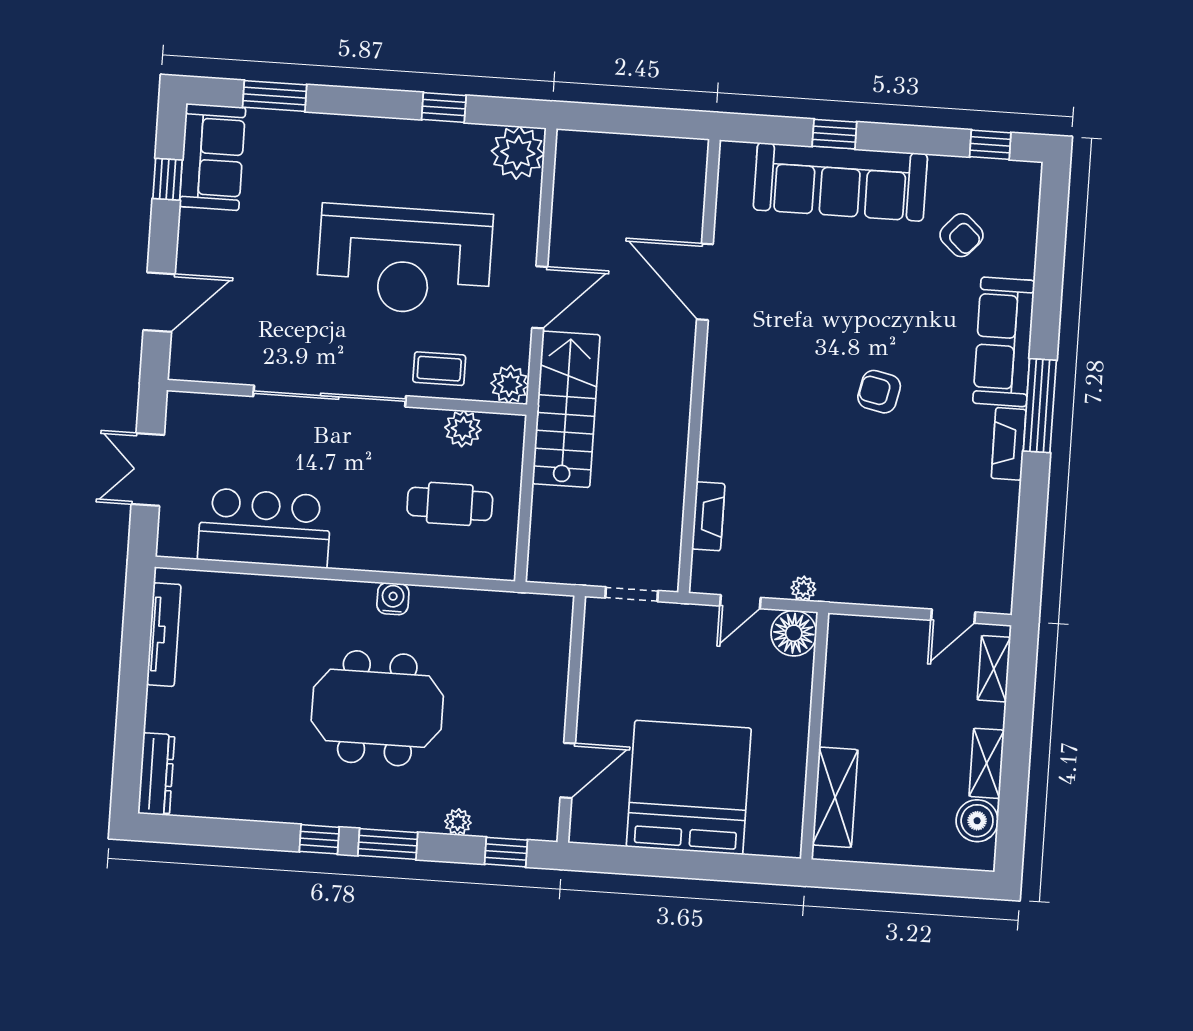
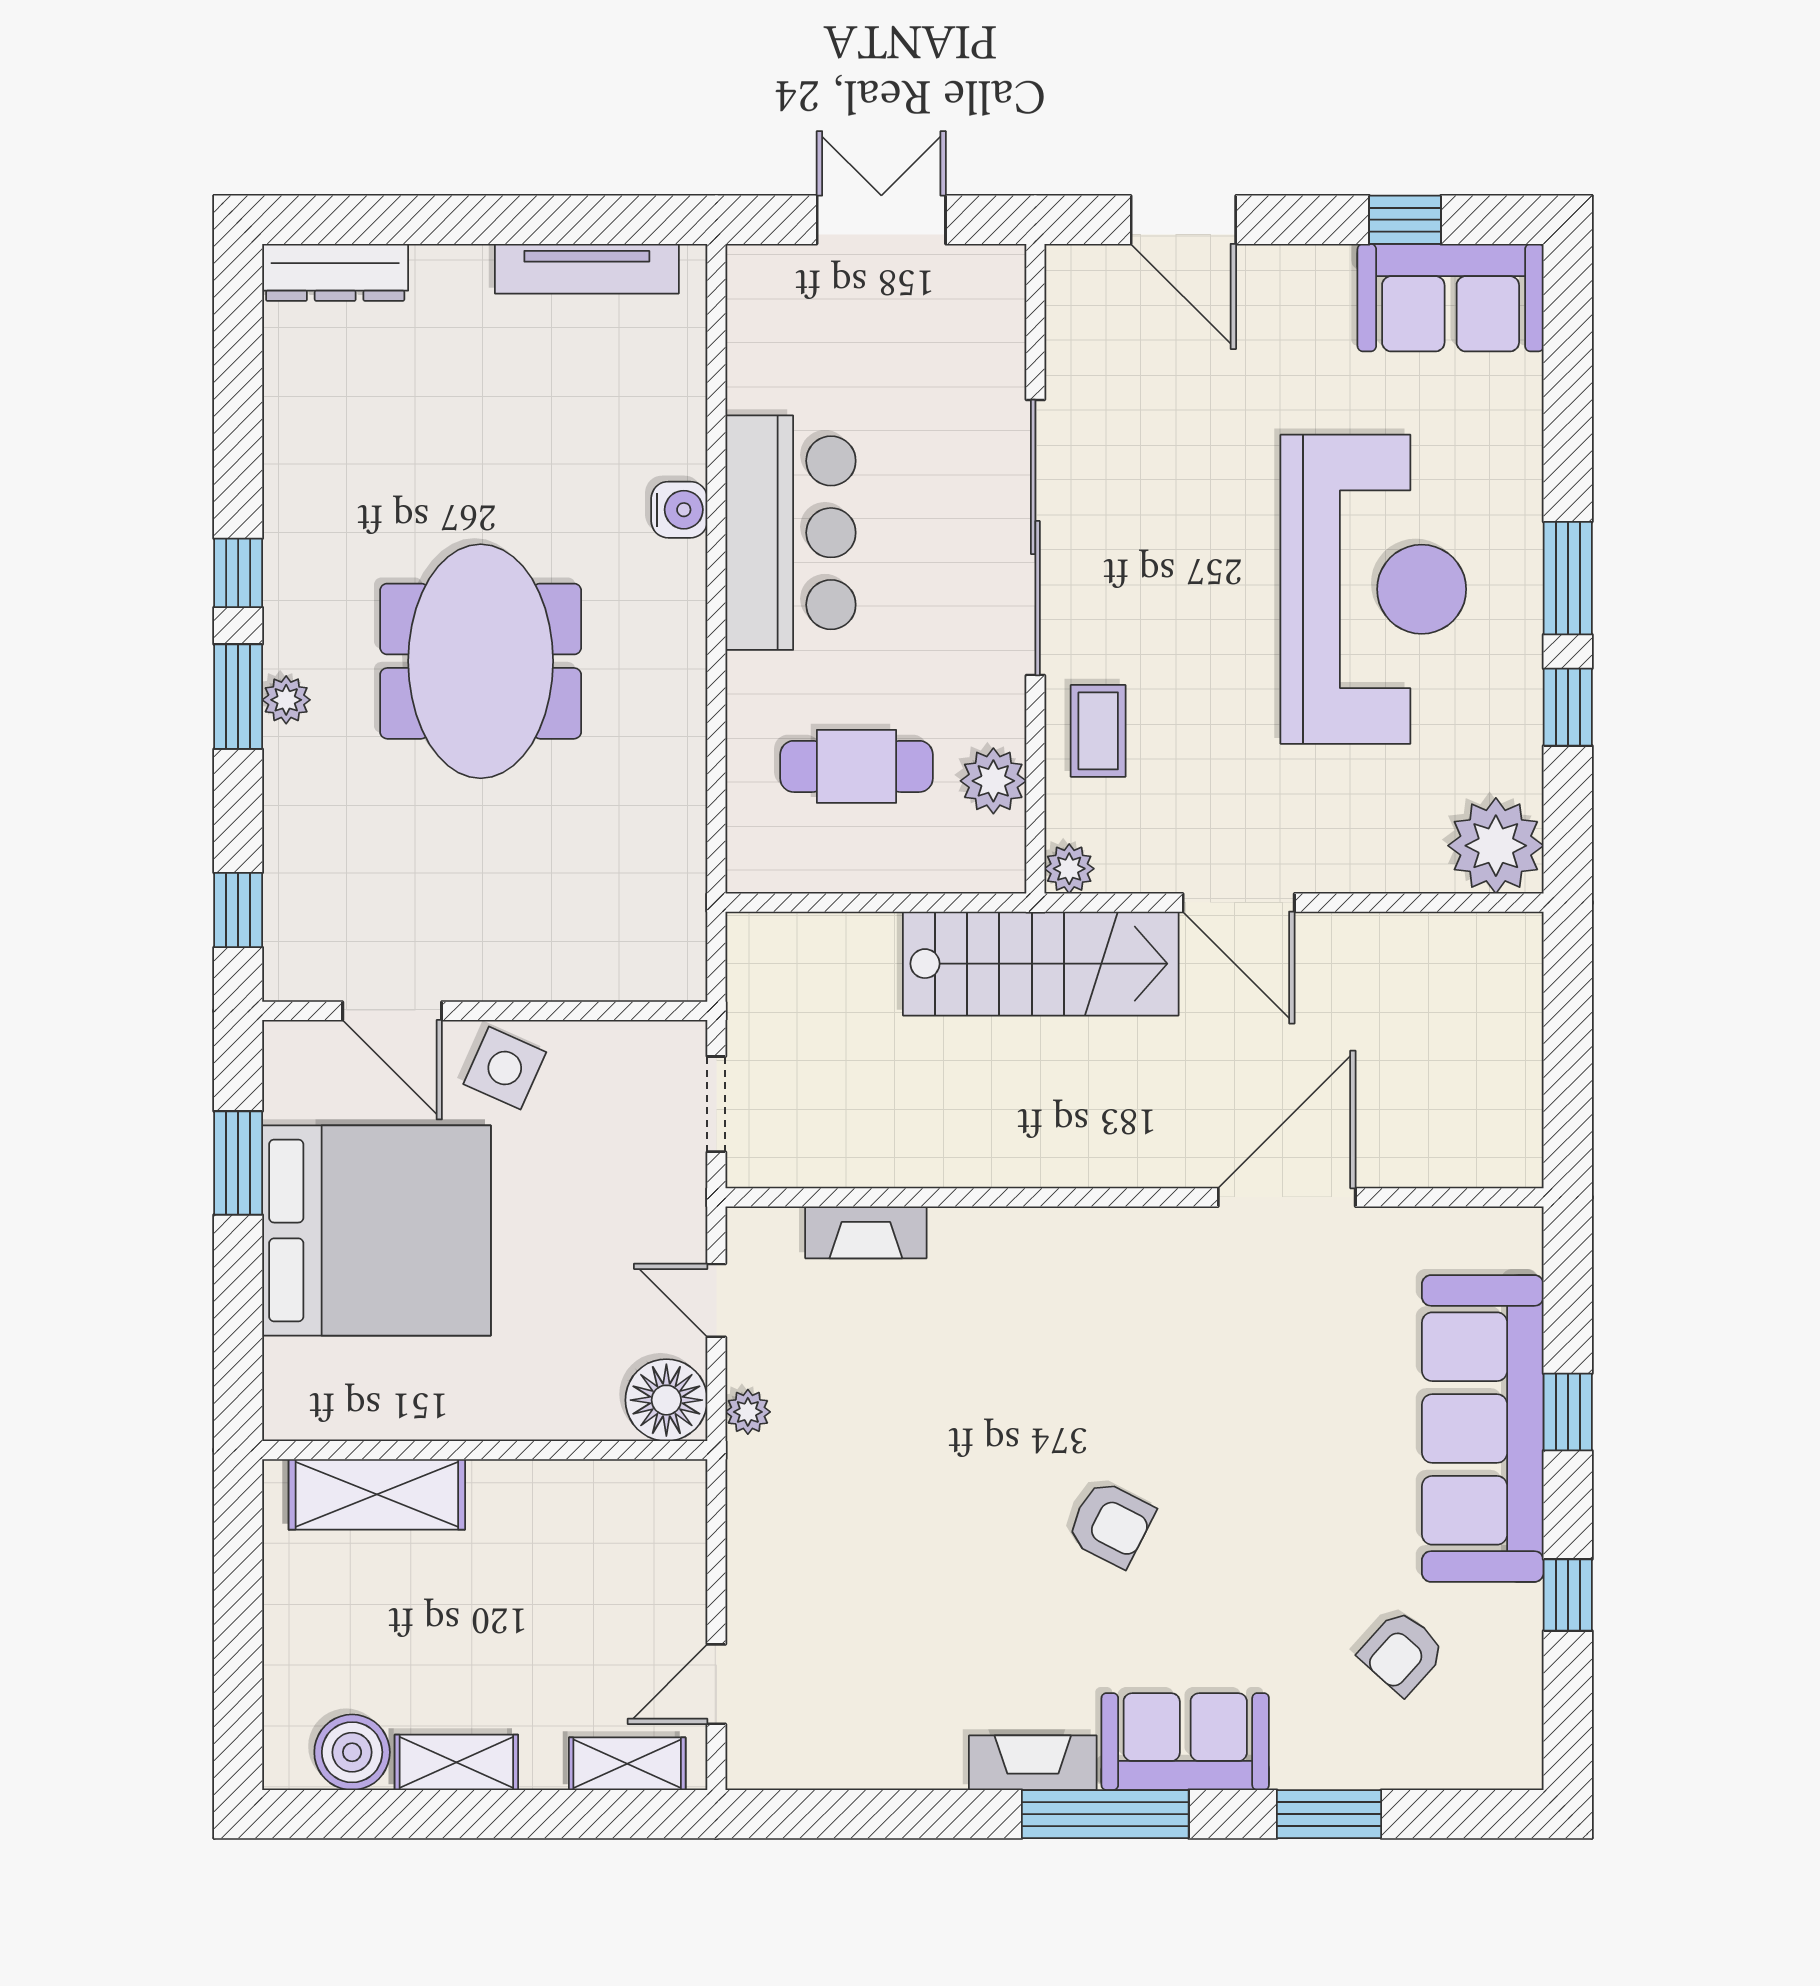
window: (275, 96) -> (1568, 578), moved
window: (990, 145) -> (1568, 1595), moved
reception desk: (404, 260) -> (1373, 589), moved, turned 180
window: (1048, 282) -> (1329, 1814), added
sofa: (1004, 342) -> (1185, 1742), width x0.73
plant: (510, 384) -> (1069, 869), width x0.73, depth x0.73
armchair: (879, 392) -> (1111, 1524), turned 105
cafe table: (450, 504) -> (856, 766), turned 90
bar counter: (265, 528) -> (791, 533), moved
water cooler: (393, 599) -> (679, 510), moved
door: (953, 616) -> (716, 1684), hinge flipped
side table: (604, 710) -> (505, 1068), added
plant: (458, 822) -> (286, 700), moved
window: (646, 862) -> (238, 1163), added

